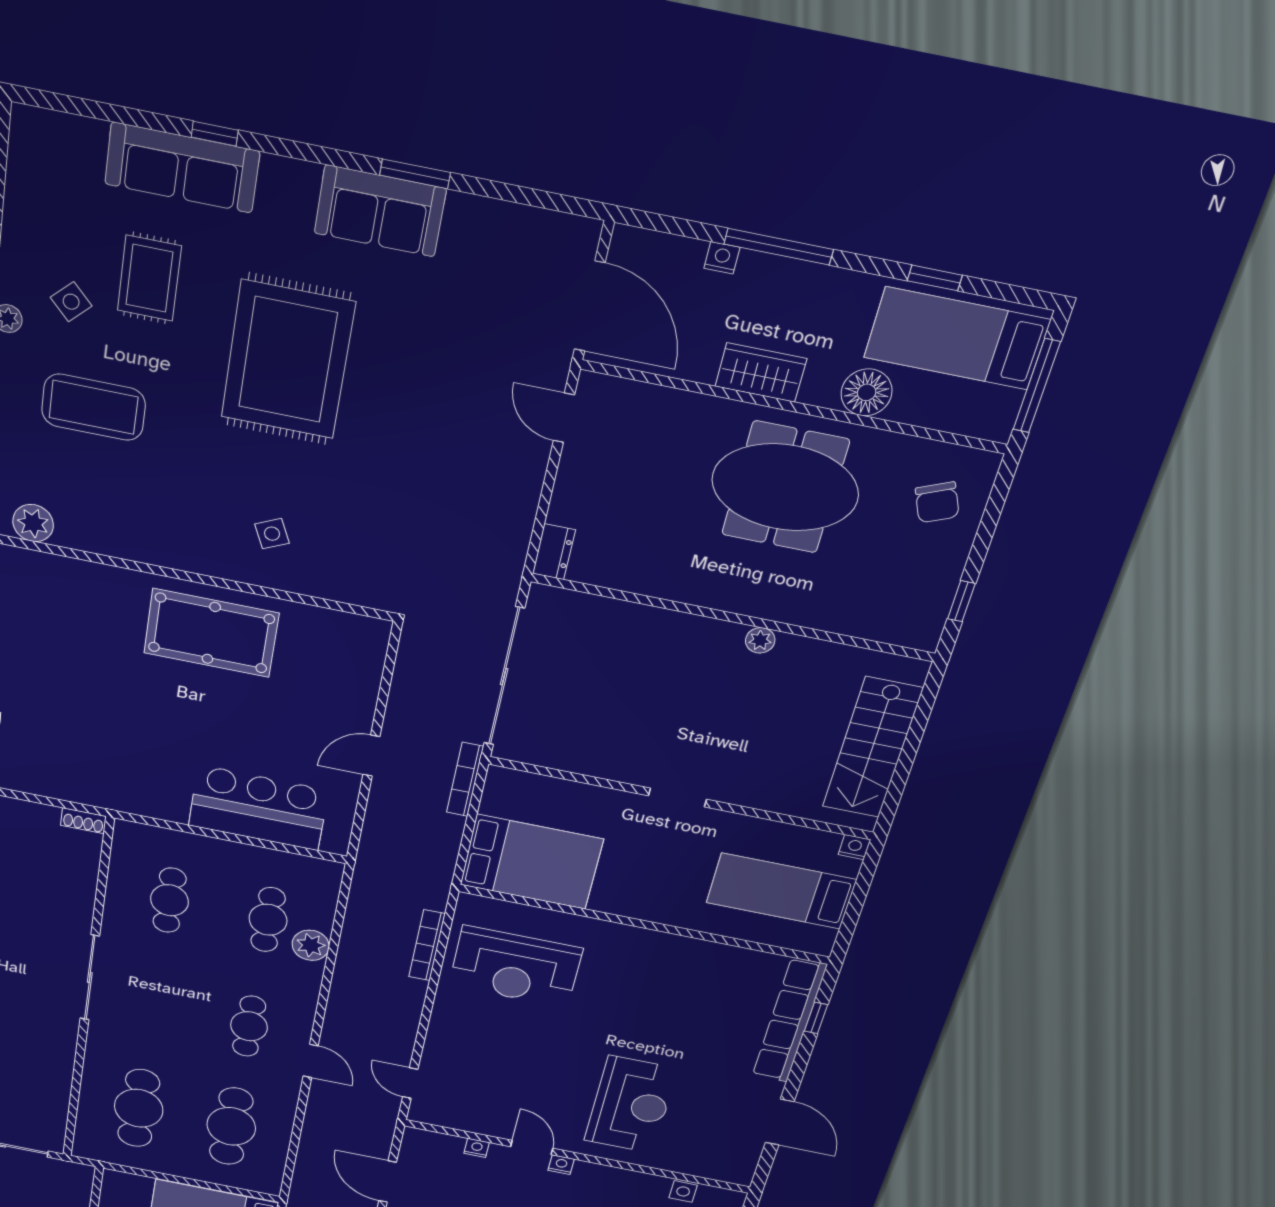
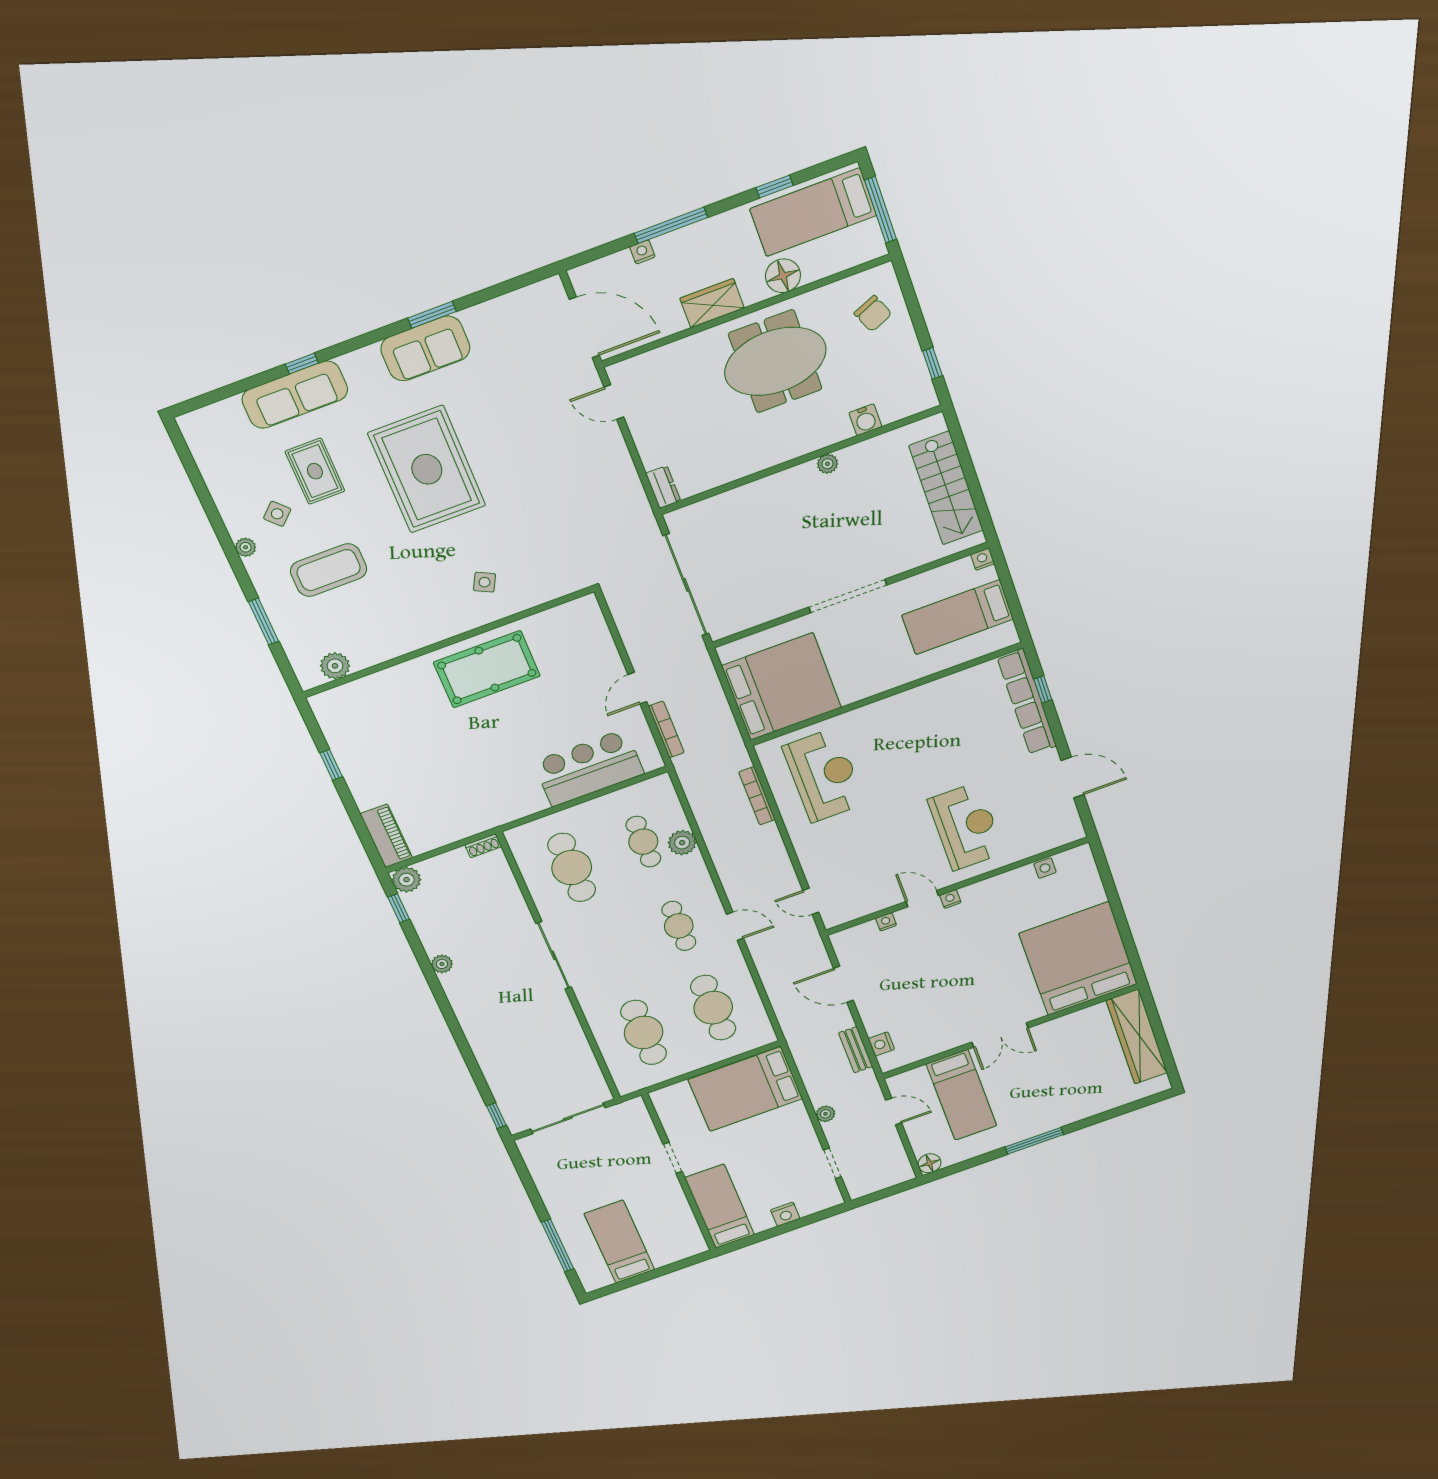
side table: (272, 534) -> (484, 582), turned -38
water cooler: (839, 618) -> (865, 420), added
bookcase: (465, 779) -> (666, 729), moved, turned 180
doorway: (677, 797) -> (848, 596), width x1.87
bed: (531, 862) -> (782, 687), width x1.36
cafe table: (170, 900) -> (572, 867), width x1.37, depth x1.35
reception desk: (515, 967) -> (824, 775), turned -90

